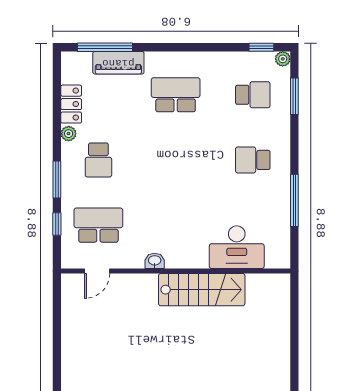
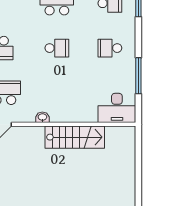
school desk: (176, 160) -> (57, 48), added
desk: (237, 247) -> (117, 108), moved

